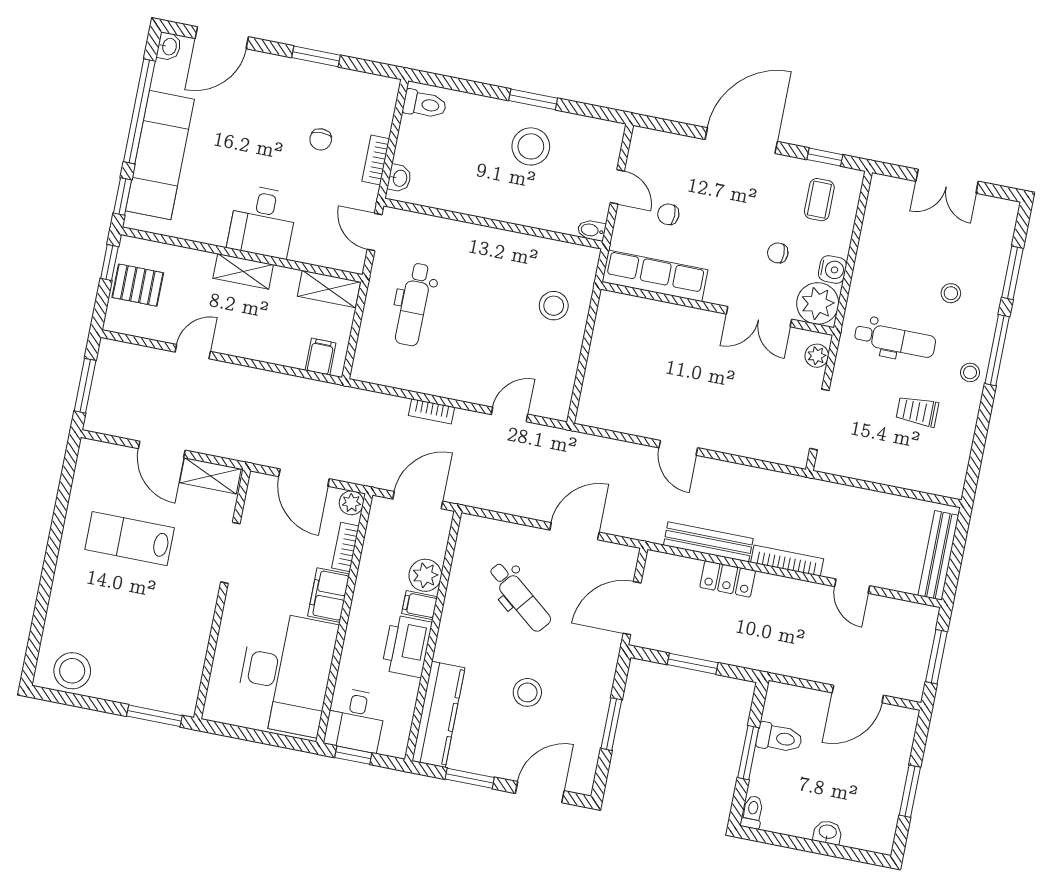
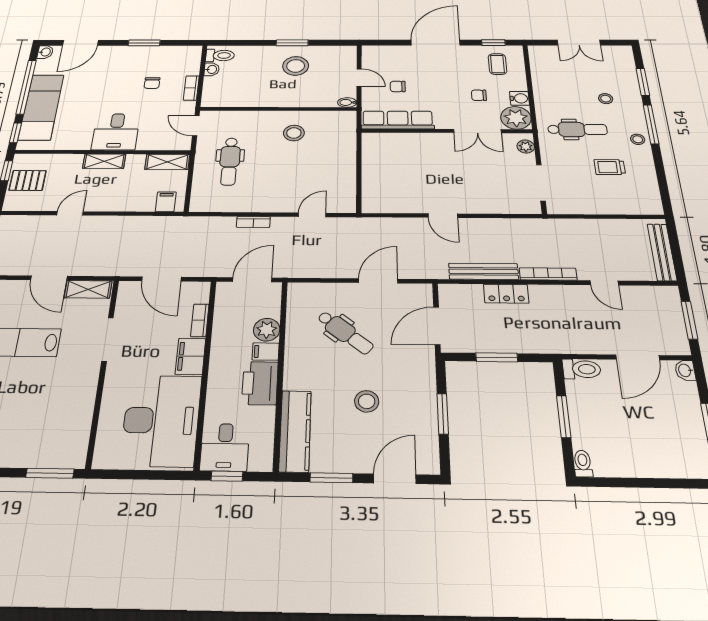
washbasin: (399, 178) -> (212, 69), moved
stool: (554, 306) -> (294, 133), moved
plant: (351, 503) -> (201, 290), removed
toilet: (779, 738) -> (582, 369), moved
washbasin: (828, 832) -> (685, 370), moved, turned -90

